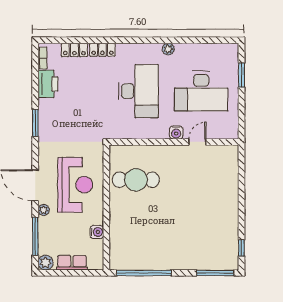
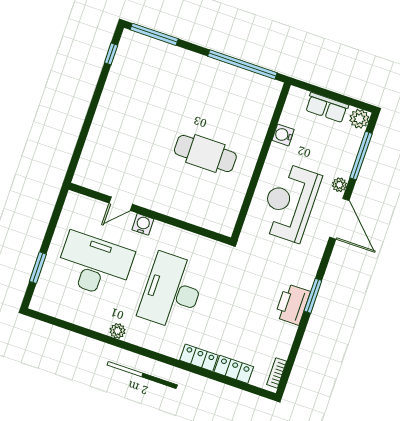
printer: (48, 84) -> (292, 304), moved
cafe table: (136, 180) -> (205, 153), moved

